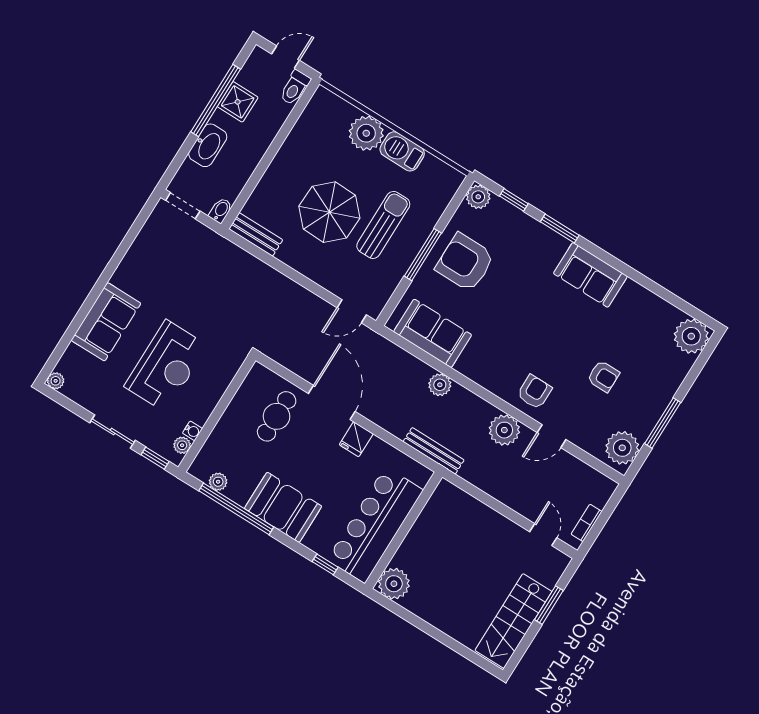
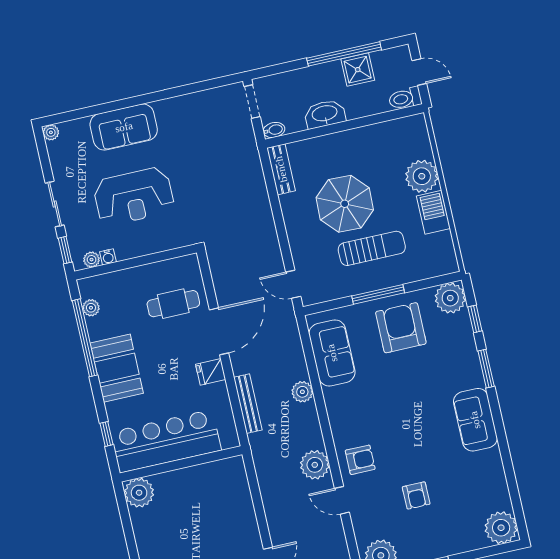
washbasin: (208, 145) -> (325, 114), moved, turned 180
plant: (478, 197) -> (450, 298), width x1.36, depth x1.36
bench: (434, 451) -> (248, 404), moved

